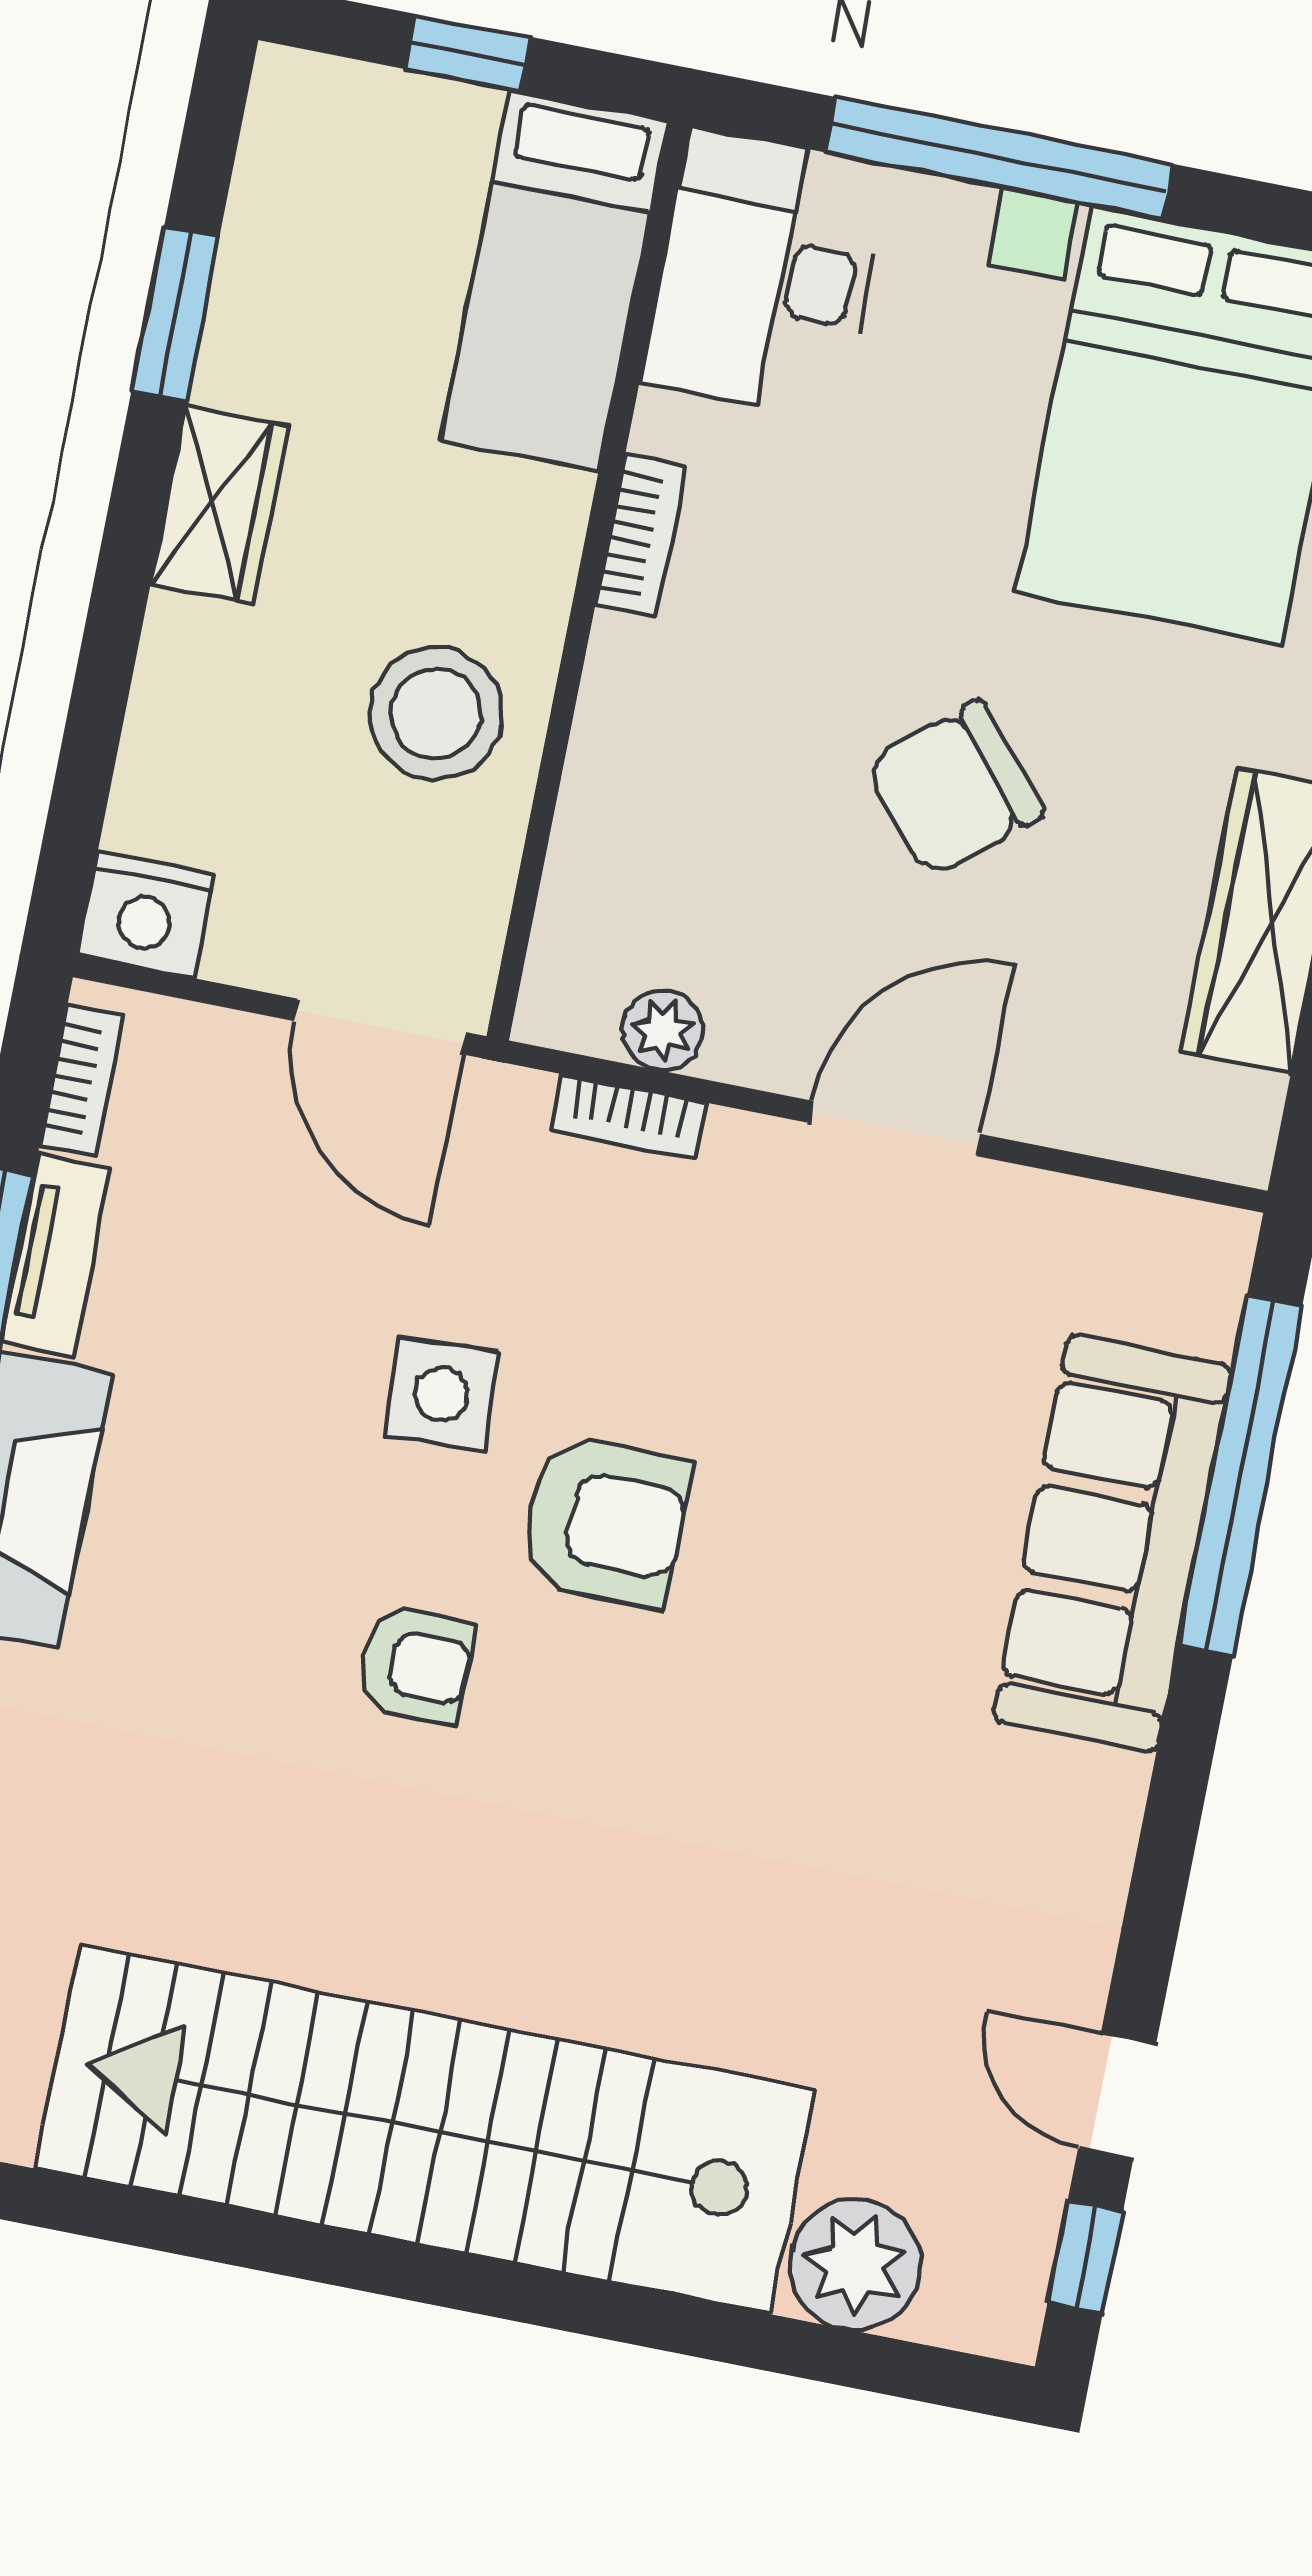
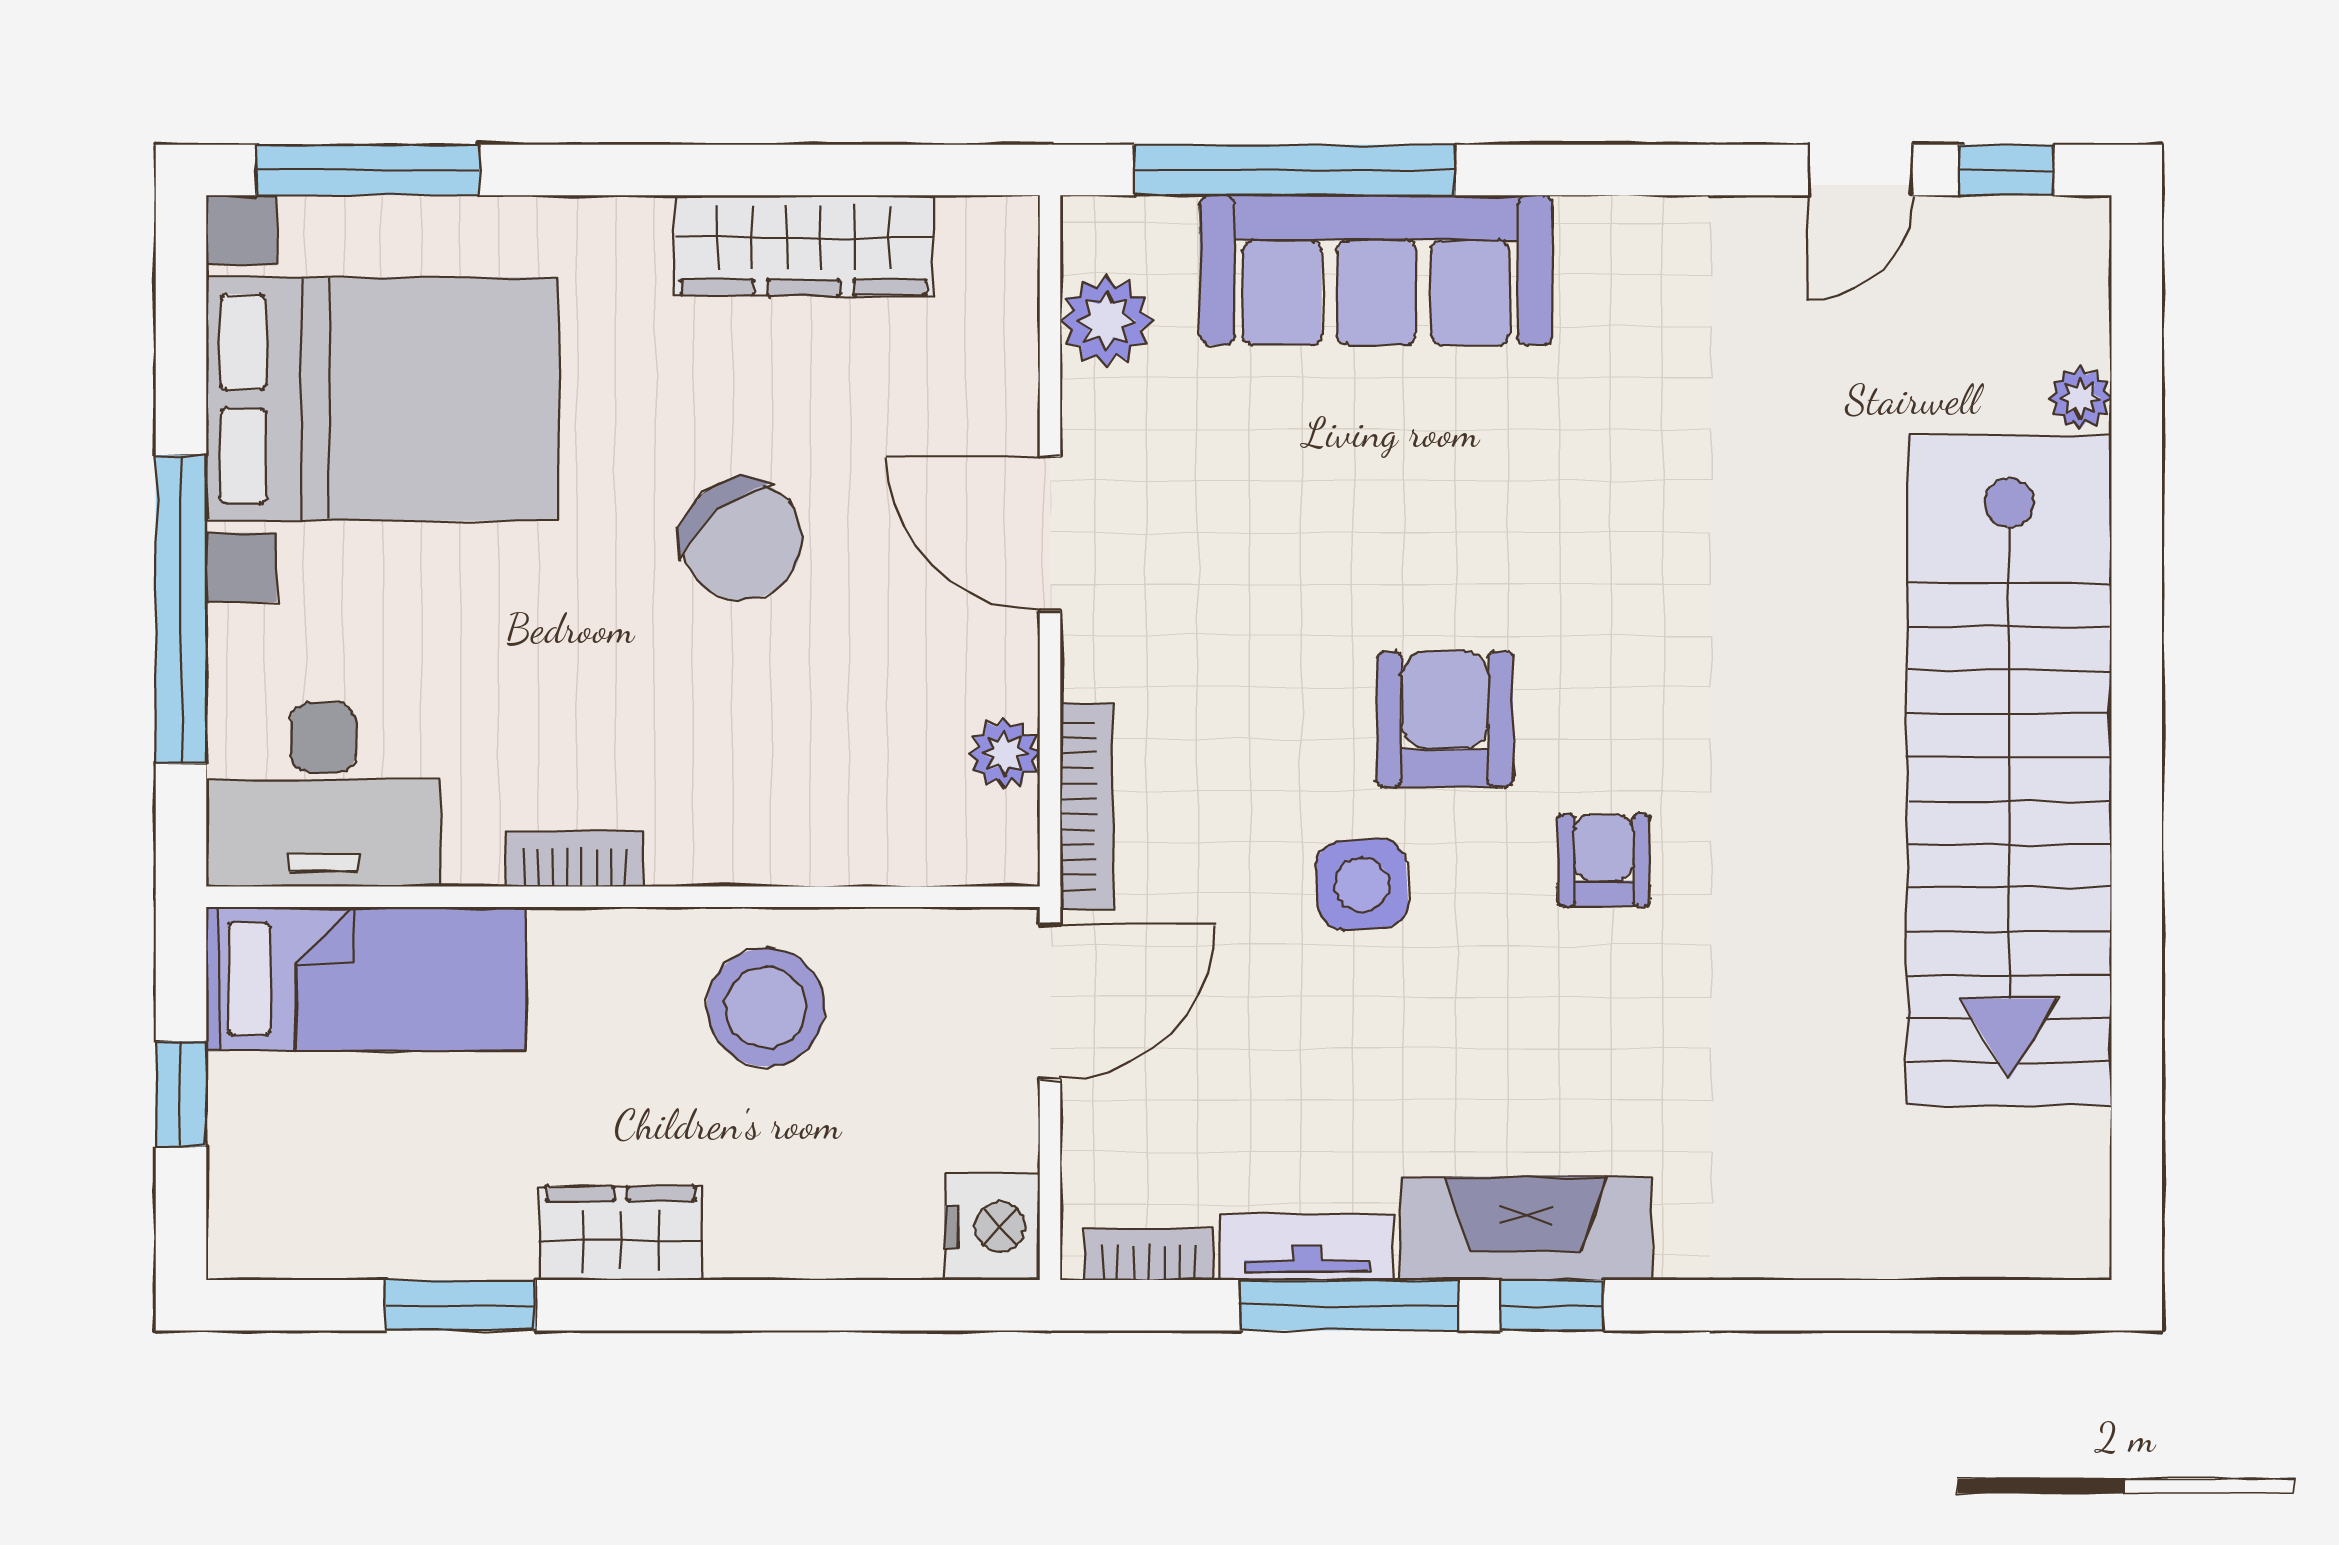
bookcase: (628, 1117) -> (1086, 806), width x1.56
plant: (1115, 1236) -> (1106, 321), added
plant: (855, 2264) -> (2080, 398), width x0.53, depth x0.53

